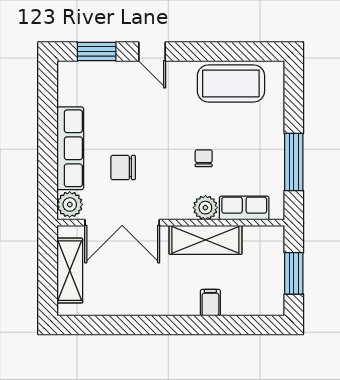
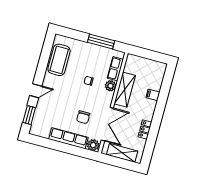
window: (294, 273) -> (150, 55), removed
locker: (132, 305) -> (145, 130), added

